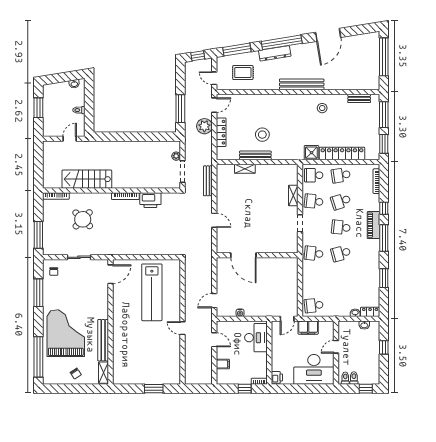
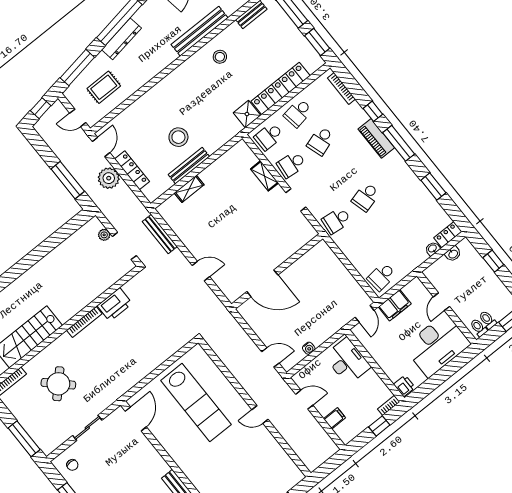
bench: (302, 84) -> (200, 31), moved
school desk: (341, 227) -> (343, 169), removed
door: (214, 301) -> (270, 357), swing flipped

